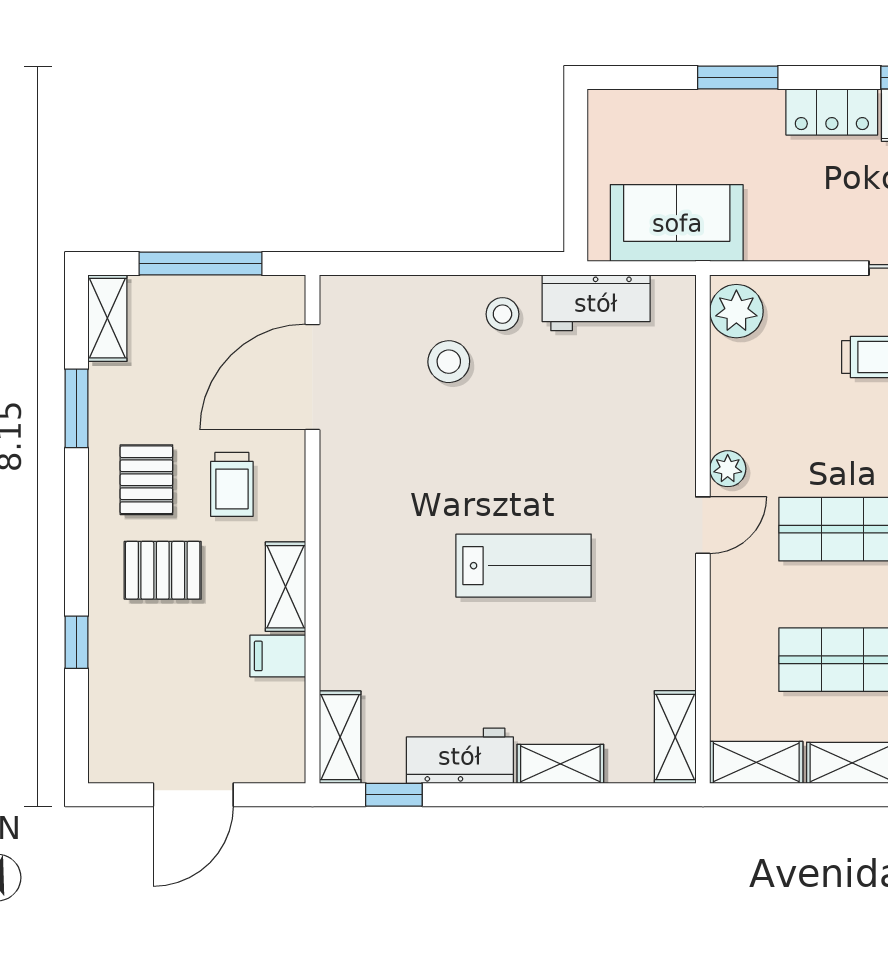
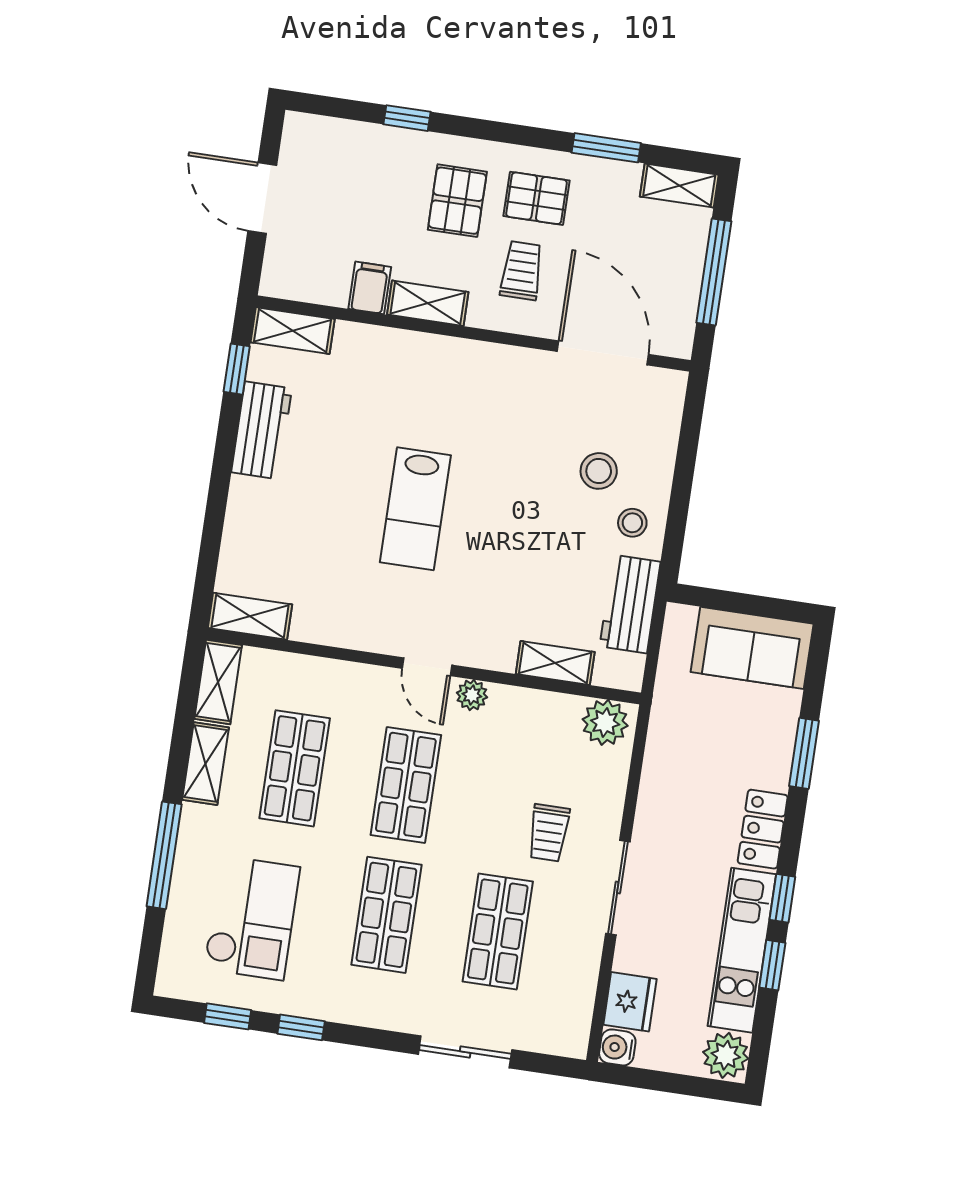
sofa: (677, 223) -> (752, 648), moved, turned 90
trolley: (232, 484) -> (522, 271), turned 90
shelving: (560, 764) -> (555, 663), moved, turned 90

